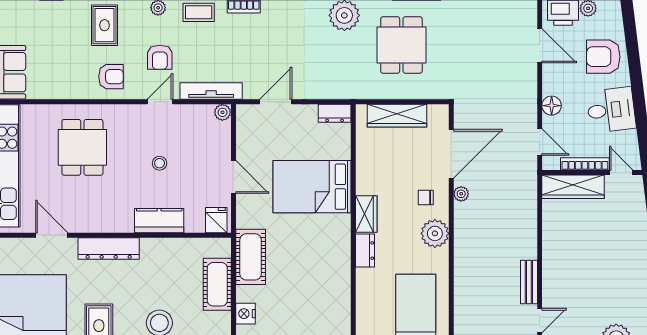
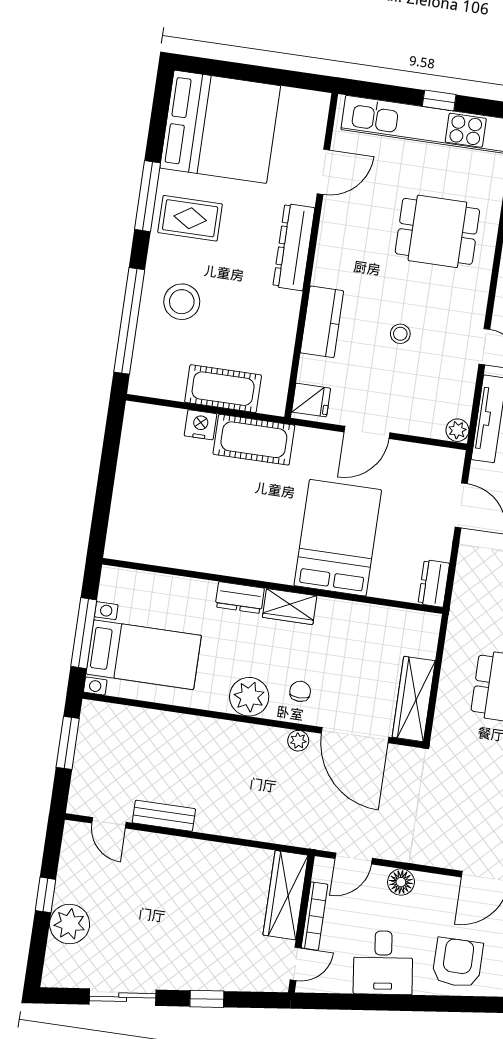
wardrobe: (397, 116) -> (414, 699), moved
nightstand: (245, 314) -> (200, 425), moved

